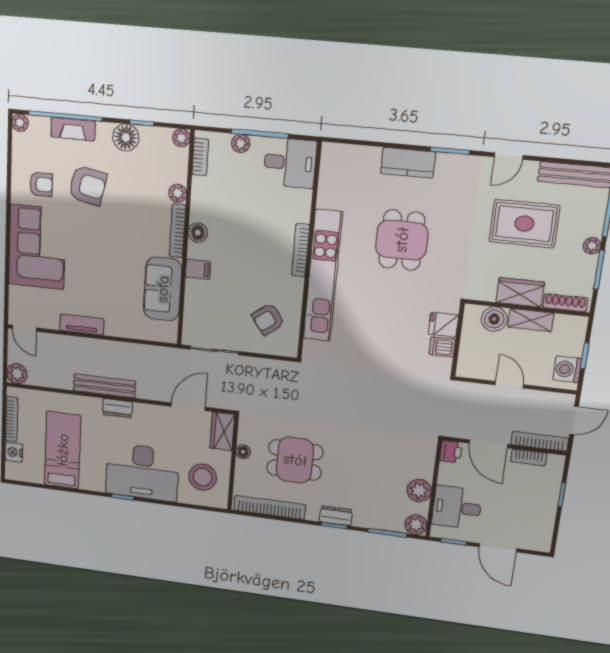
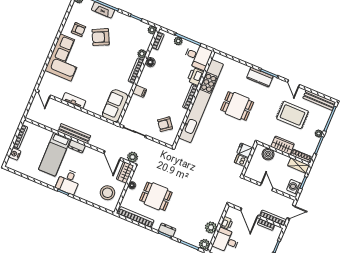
floor lamp: (126, 137) -> (126, 22), removed
door: (509, 156) -> (294, 83), hinge flipped
kitchen counter: (408, 163) -> (260, 77), moved
armchair: (88, 185) -> (101, 37), turned 143
printer: (298, 206) -> (195, 76), added
floor lamp: (198, 233) -> (150, 62), moved
dining table: (402, 240) -> (237, 106), turned 90
kitchen unit: (323, 276) -> (201, 101), width x1.36
sofa: (163, 289) -> (115, 106), moved
shelving: (531, 320) -> (299, 165), moved
plant: (17, 374) -> (132, 157), moved
door: (188, 407) -> (112, 155), swing flipped
bed: (63, 450) -> (54, 154), moved, turned 180
printer: (451, 452) -> (227, 223), moved
desk: (142, 472) -> (68, 182), width x0.53, depth x0.77

